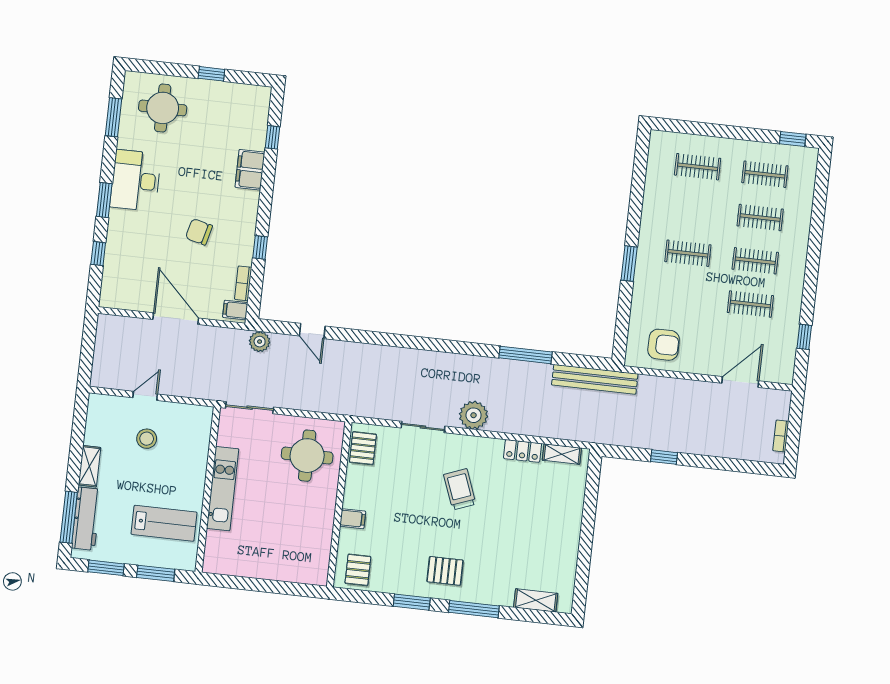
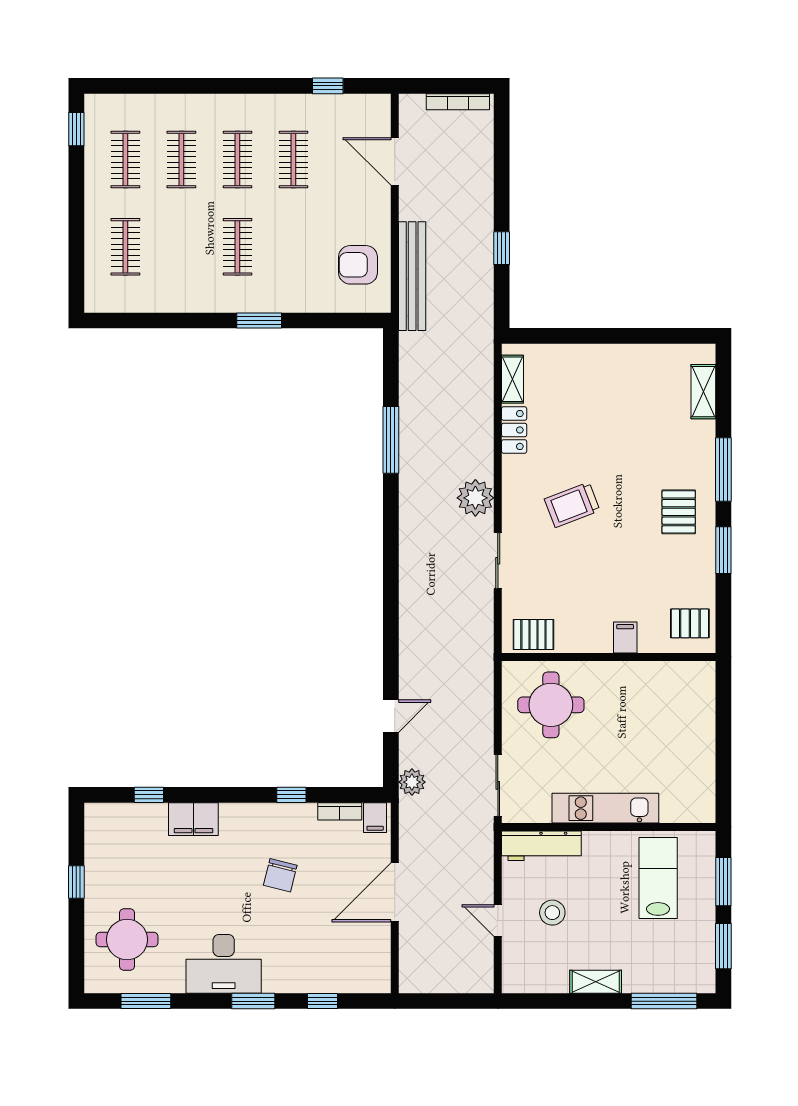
armchair: (664, 345) -> (358, 265), turned -90
bench: (595, 379) -> (412, 276), moved
bookcase: (781, 436) -> (458, 102), width x1.56
workbench: (86, 519) -> (541, 846), moved, turned 180

